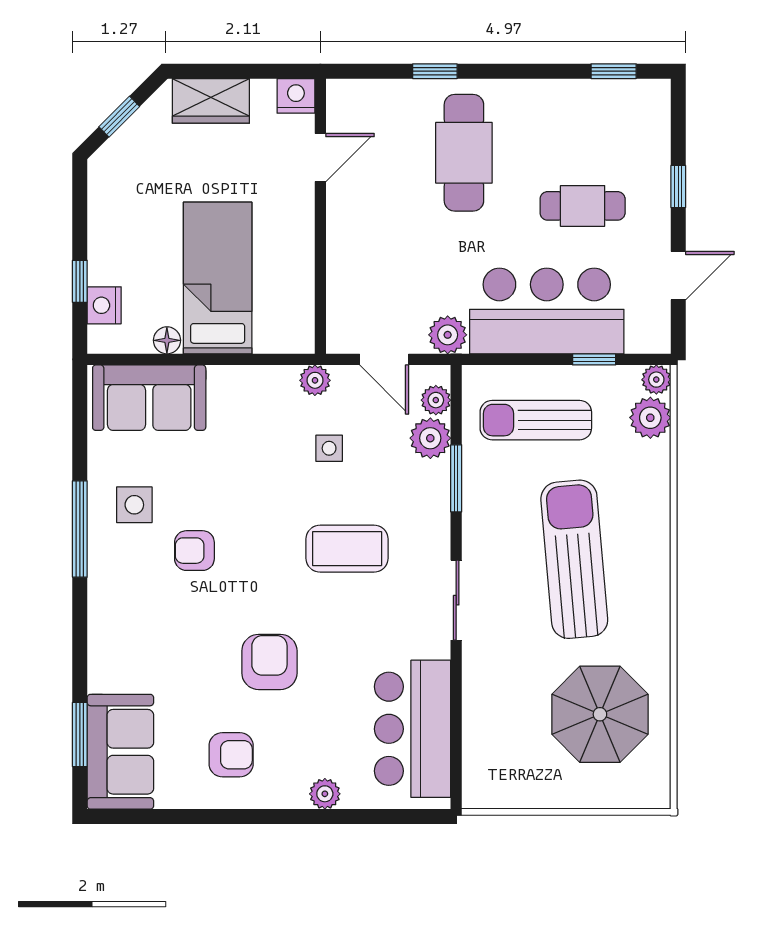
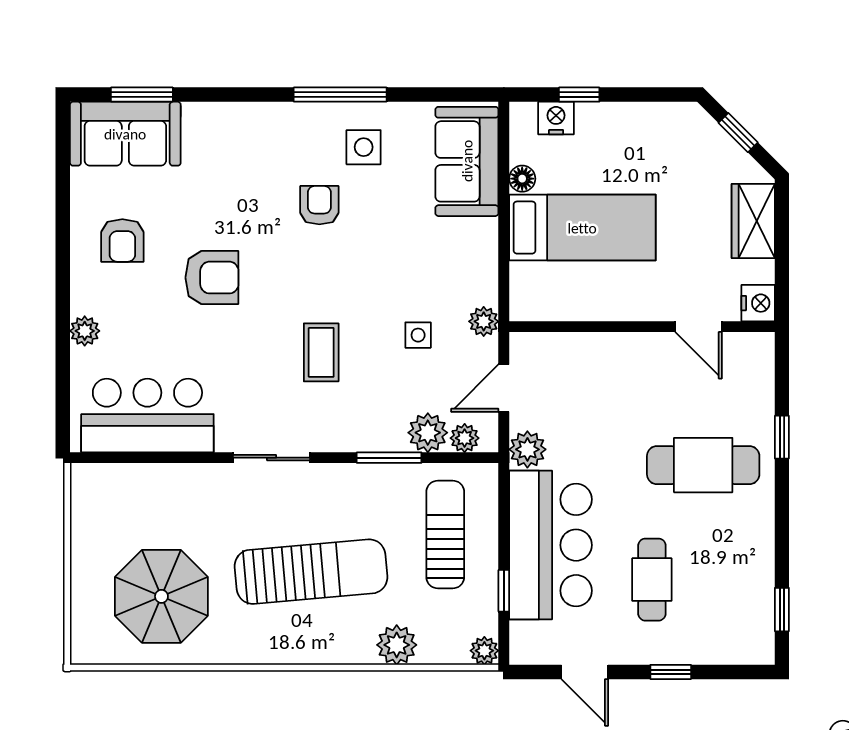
plant: (650, 418) -> (397, 645), moved
coffee table: (347, 549) -> (321, 352), width x0.73, depth x0.77

